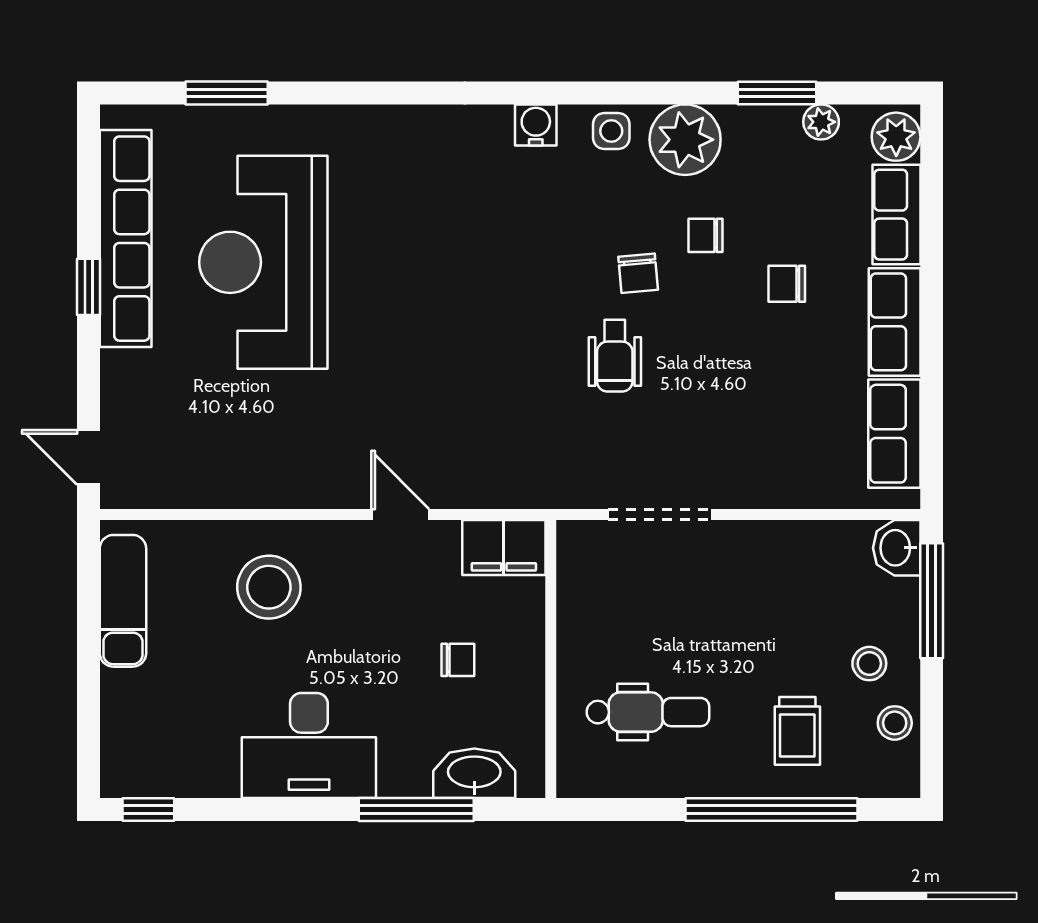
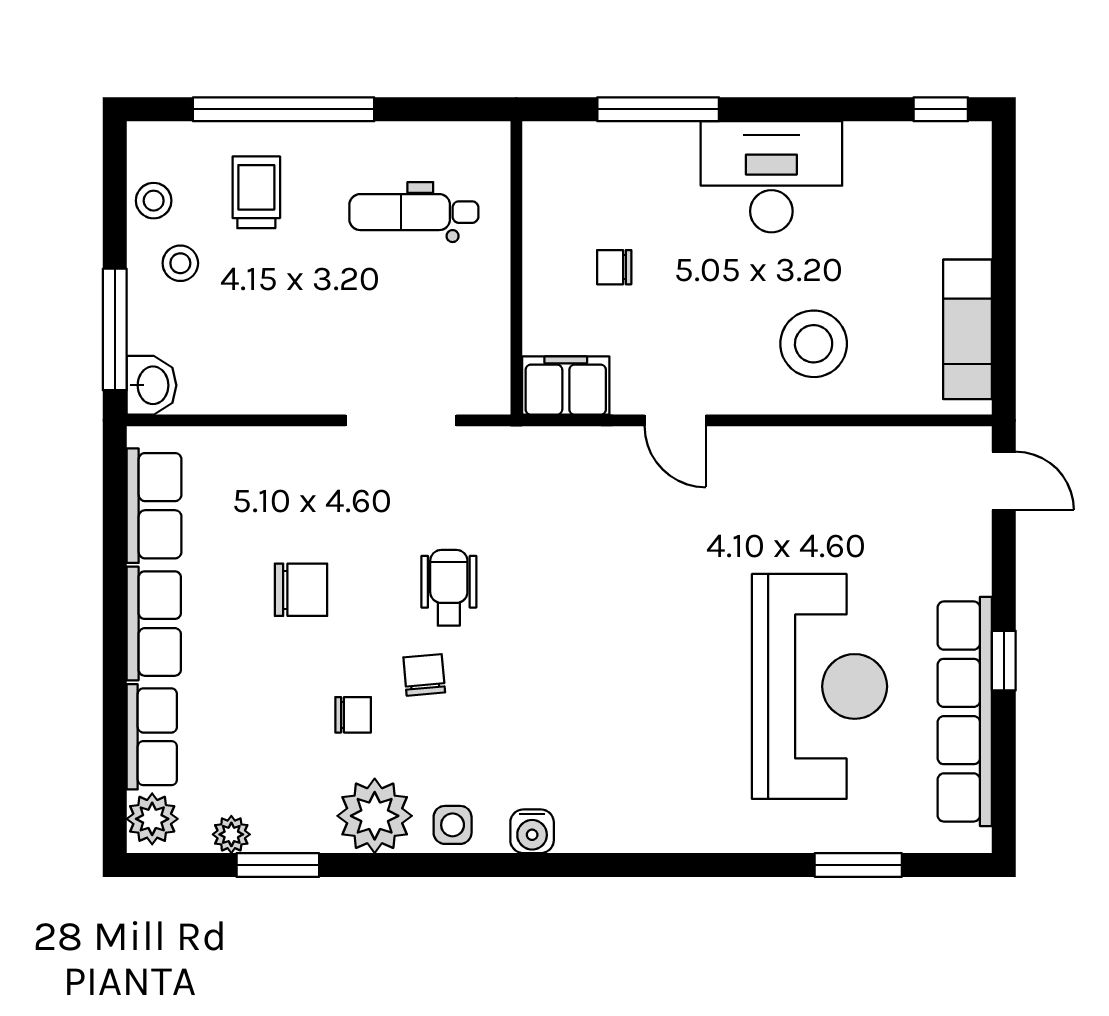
chair: (787, 284) -> (301, 590), moved, width x1.37, depth x1.37
washbasin: (474, 773) -> (597, 147), removed

